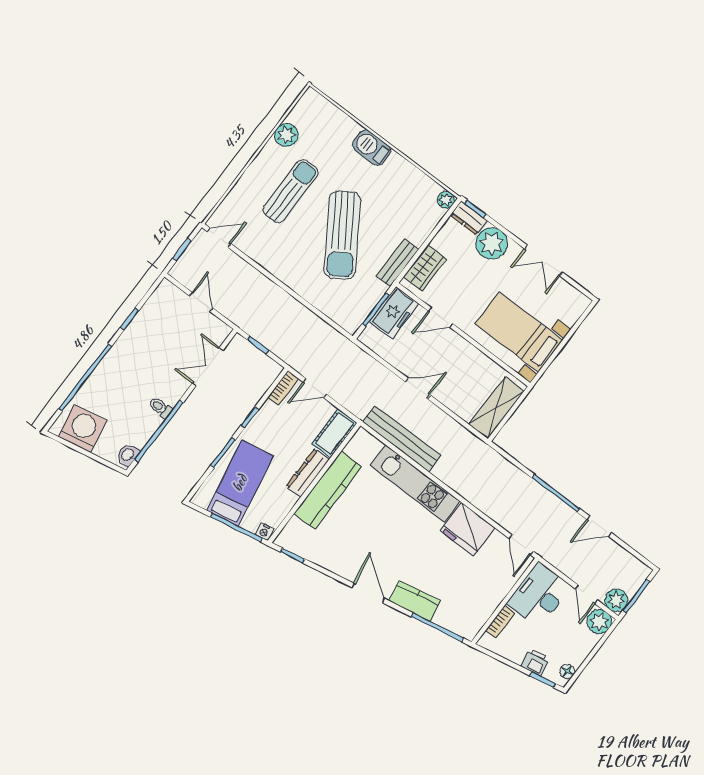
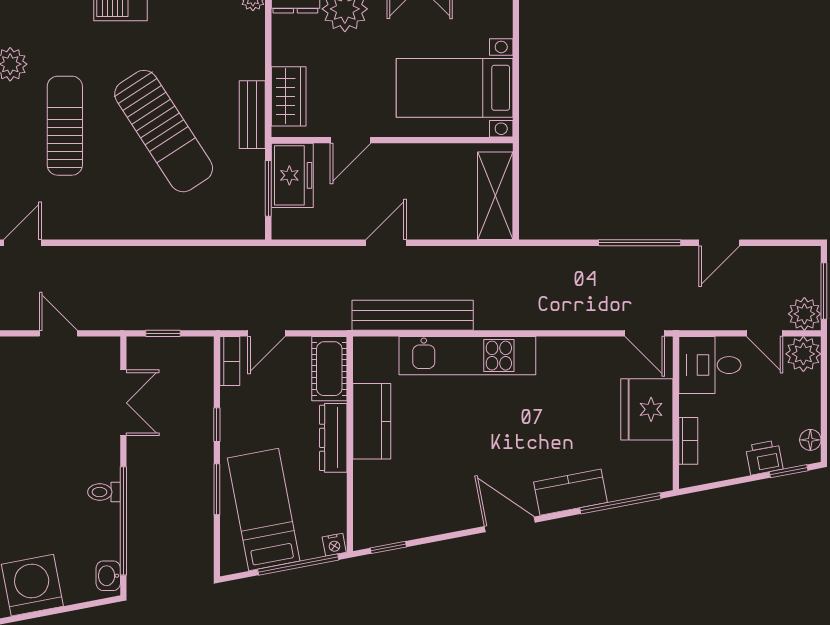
double door: (208, 367) -> (123, 403), swing flipped
kitchen counter: (328, 490) -> (372, 421), width x0.67
fridge: (468, 529) -> (647, 409), moved, turned 90
desk: (539, 595) -> (710, 365), width x0.73

